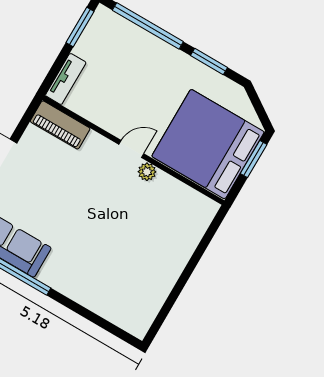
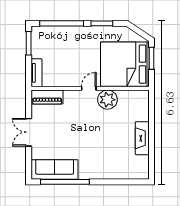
plant: (147, 172) -> (107, 100), width x1.88, depth x1.88
fireplace: (168, 272) -> (142, 138), added

